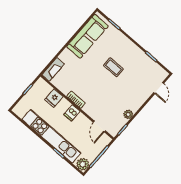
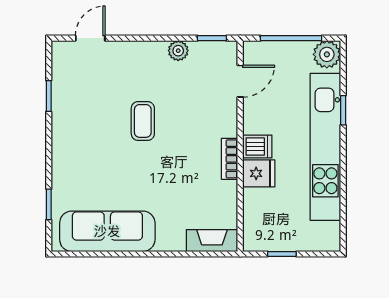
coffee table: (113, 67) -> (143, 121), moved
fridge: (54, 98) -> (259, 173), moved

